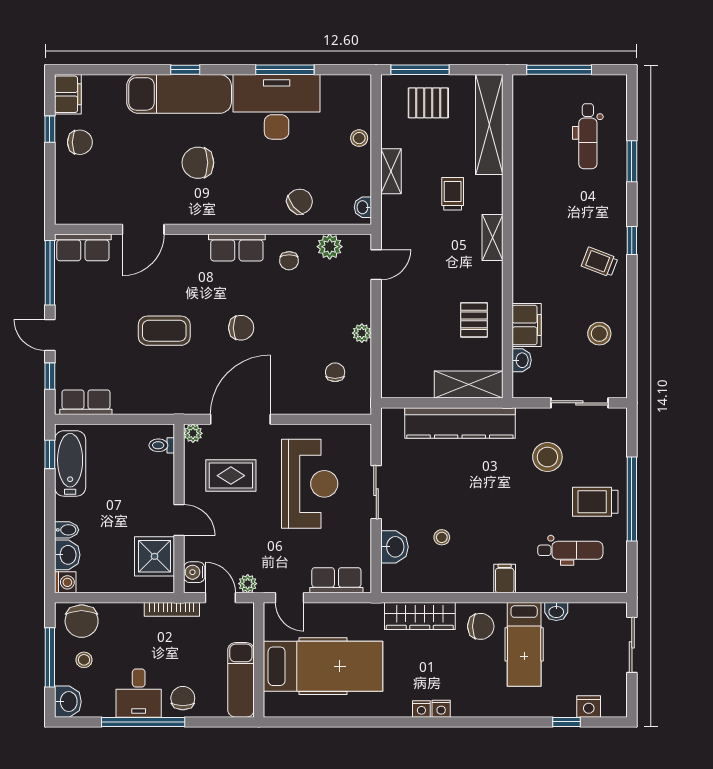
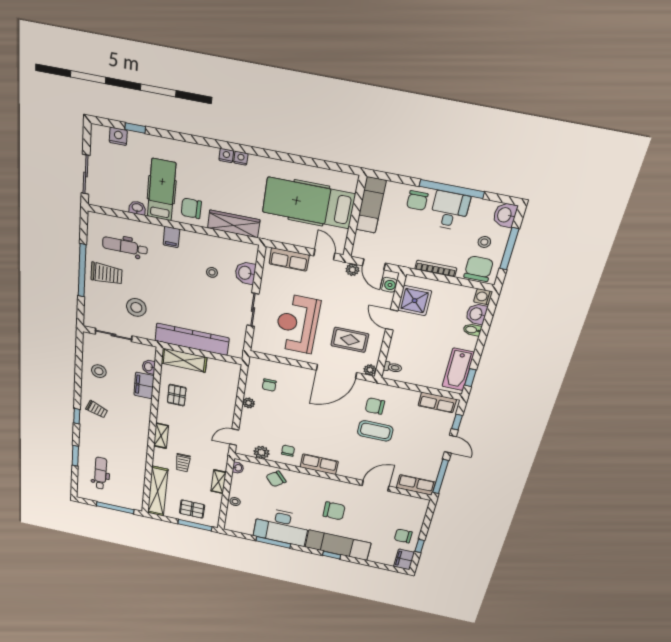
chair: (241, 328) -> (375, 406), moved
bookcase: (172, 609) -> (436, 269), moved

